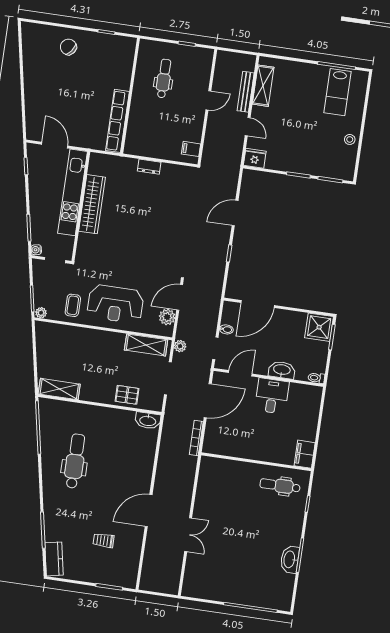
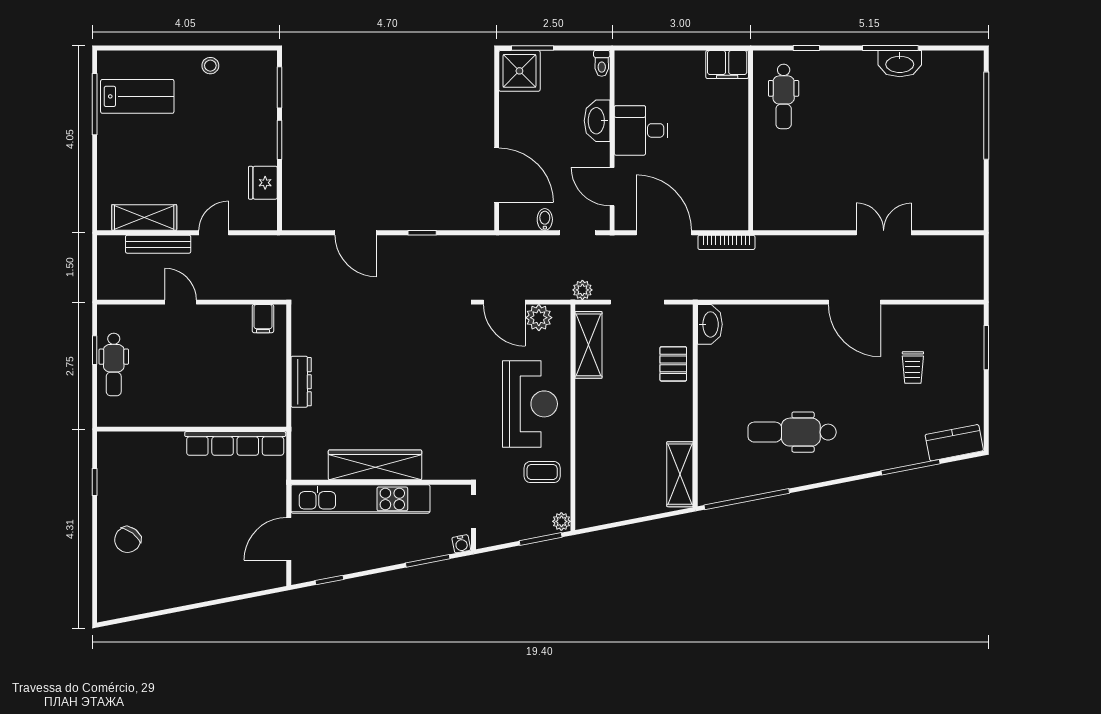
dental chair: (164, 78) -> (114, 364), moved, turned -90
fridge: (255, 158) -> (263, 183), moved
dresser: (149, 167) -> (301, 382), width x1.44

